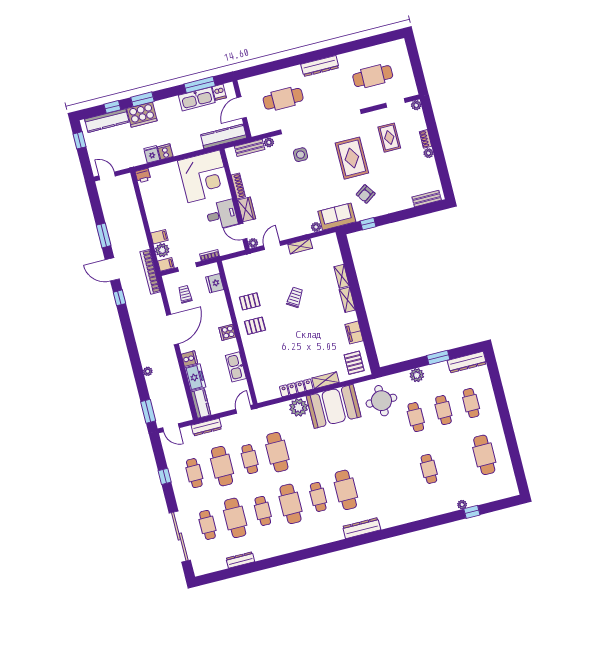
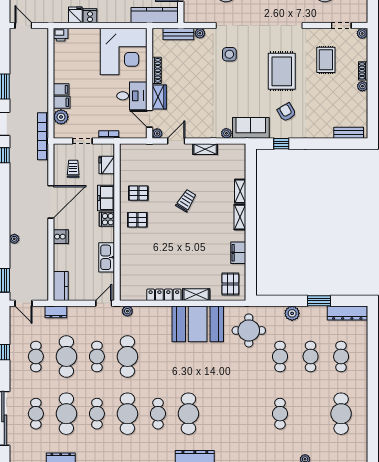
armchair: (366, 194) -> (287, 112), turned 95
filing cabinet: (166, 264) -> (61, 89), moved
freezer: (195, 377) -> (106, 198), moved, turned 180
plant: (299, 407) -> (127, 311), moved, width x0.53, depth x0.53
dresser: (206, 427) -> (56, 312), width x0.70

